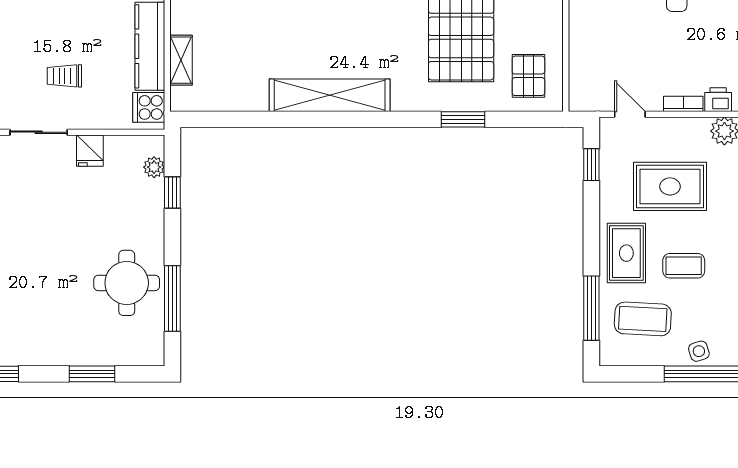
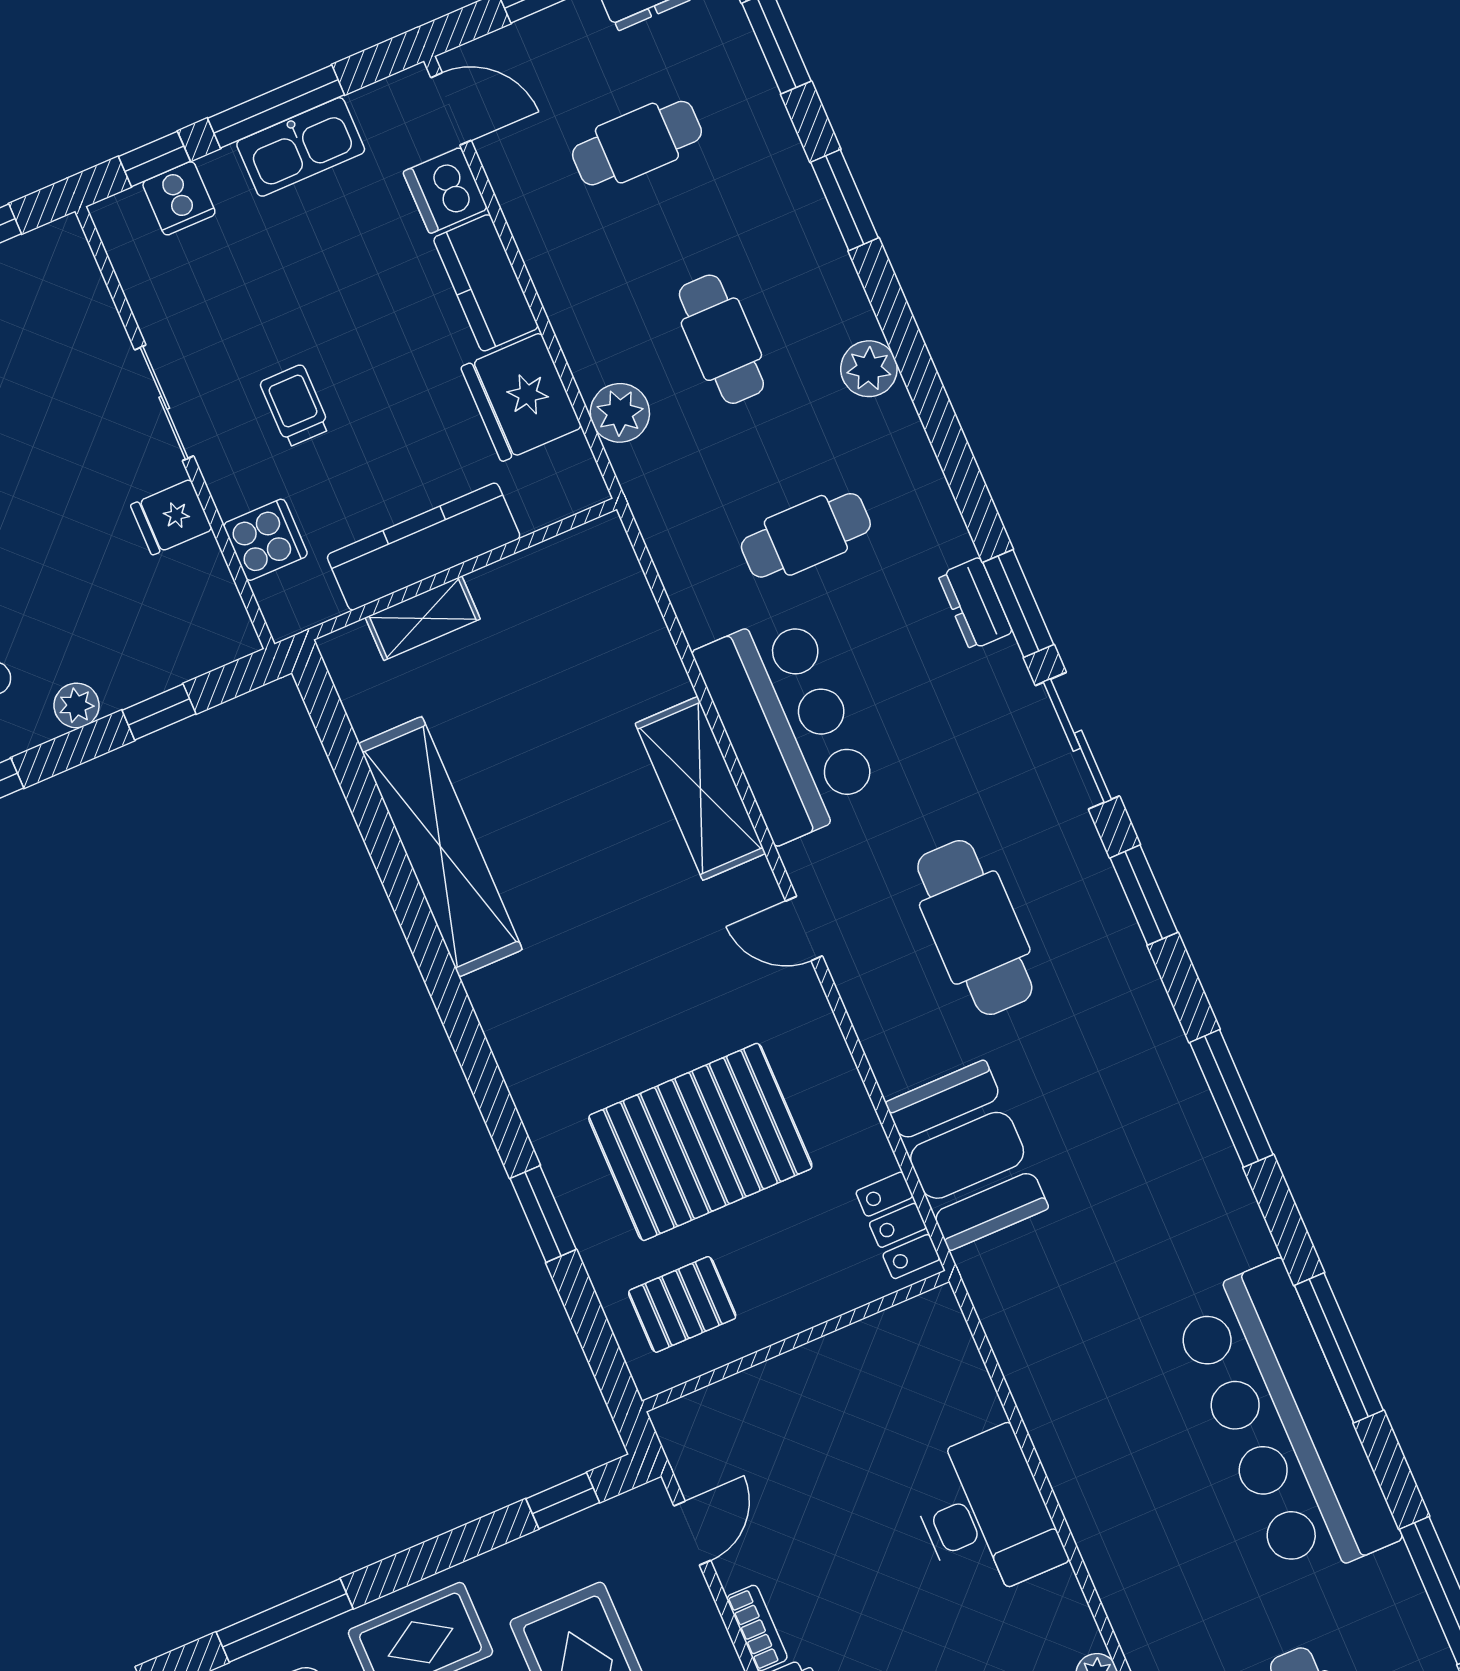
shelving: (330, 95) -> (440, 847), moved
cooker: (149, 107) -> (265, 540), moved, turned 90
plant: (154, 167) -> (77, 705), moved

